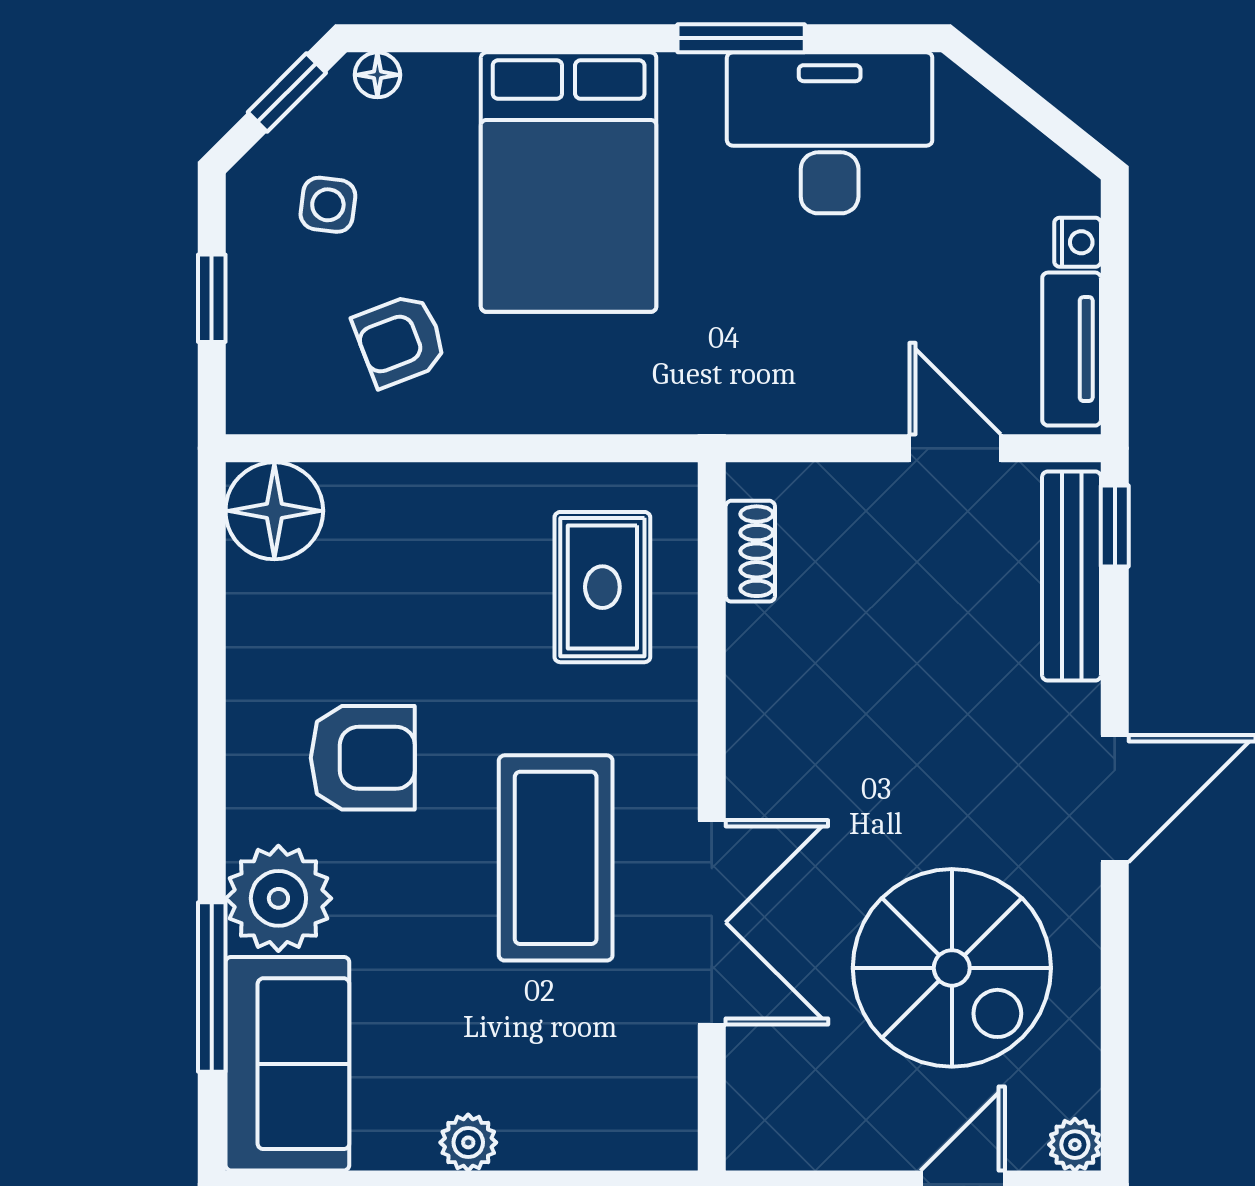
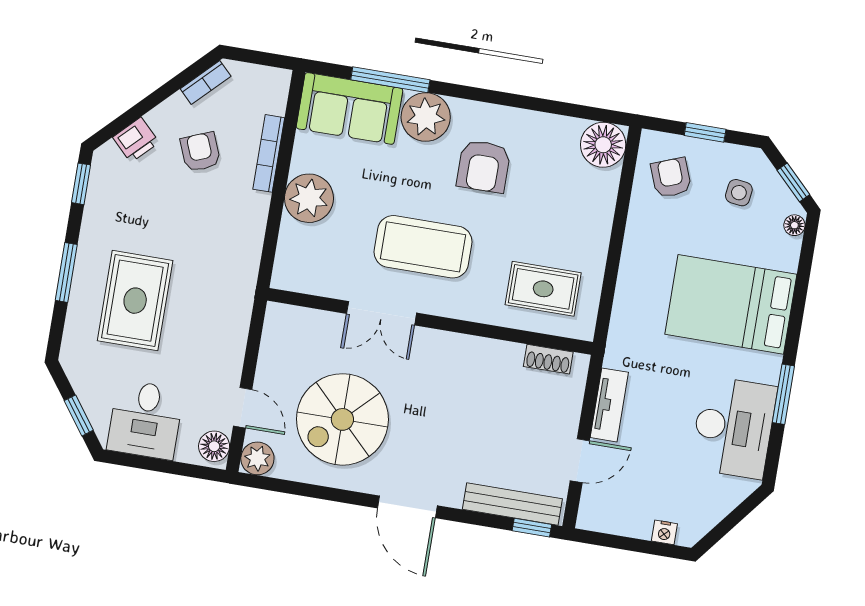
armchair: (400, 340) -> (671, 178), moved
tv unit: (1072, 349) -> (609, 405), moved, turned 90
double door: (712, 922) -> (382, 313), width x0.73
plant: (468, 1142) -> (309, 198), width x1.88, depth x1.88
plant: (1075, 1145) -> (257, 458), width x1.38, depth x1.38

